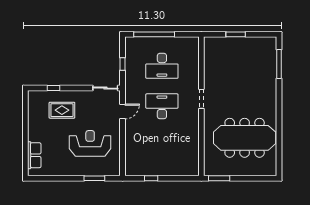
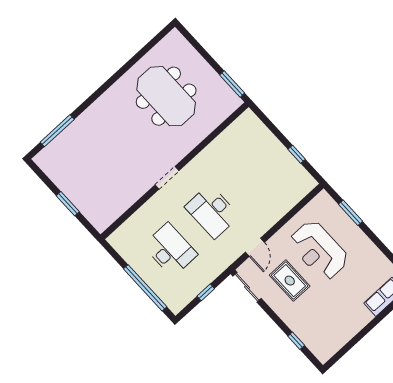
rug: (62, 110) -> (290, 281), moved
door: (123, 112) -> (255, 247), swing flipped
meeting table: (245, 138) -> (166, 96), width x0.73

